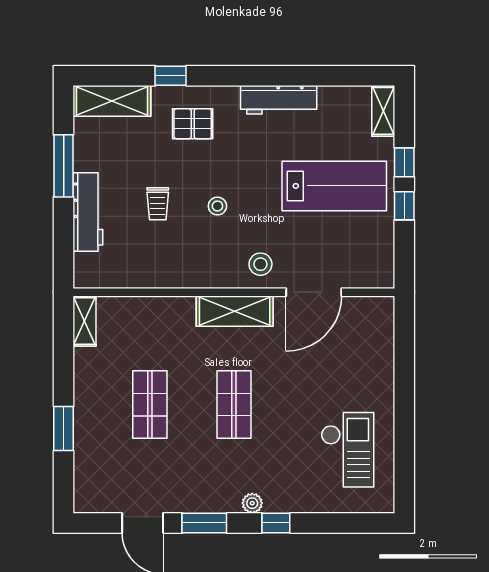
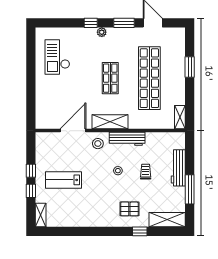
workbench: (279, 100) -> (127, 139), moved, turned 180
lab bench: (334, 186) -> (63, 180), width x0.73, depth x0.72
shop shelf: (150, 405) -> (149, 78), width x2.00, depth x1.36

